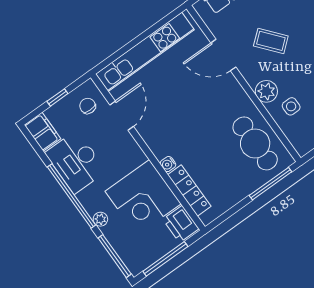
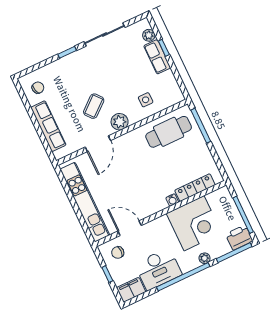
plant: (266, 91) -> (120, 122), moved
printer: (181, 224) -> (239, 238), moved, turned 180

